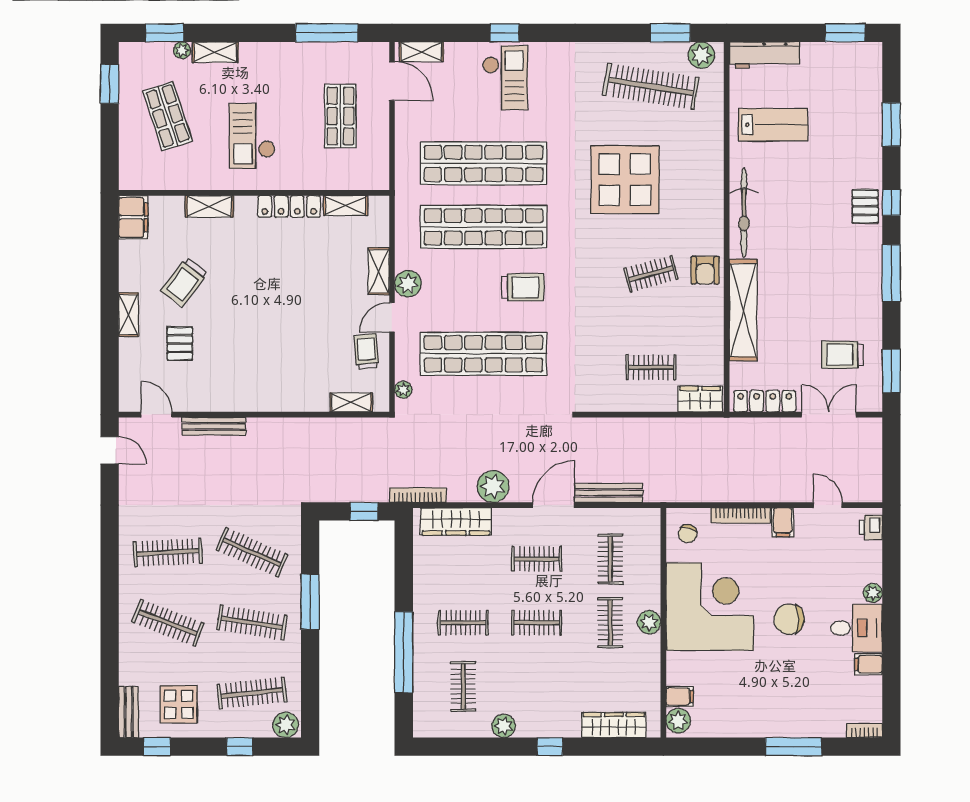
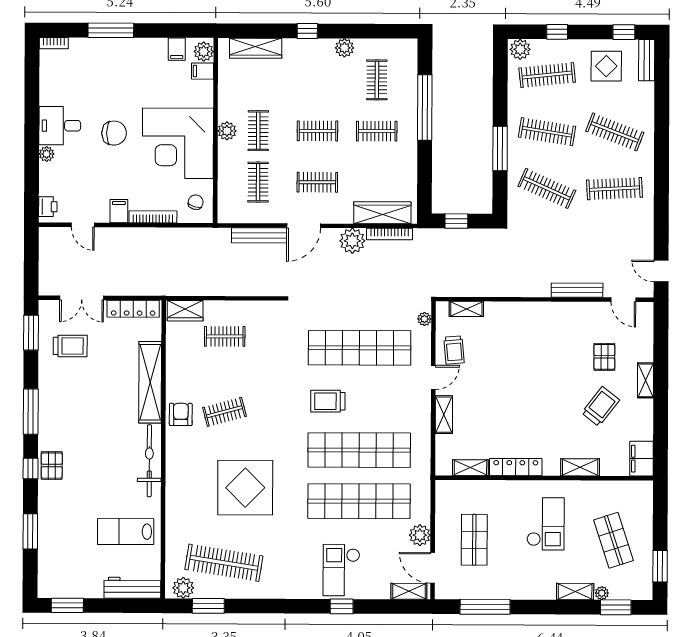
plant: (408, 284) -> (420, 535), moved
bookcase: (418, 495) -> (390, 234), moved
filing cabinet: (868, 664) -> (177, 49), moved, turned 90

